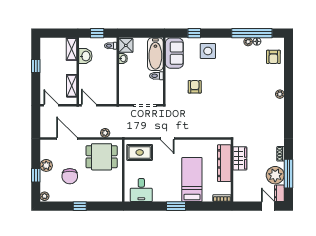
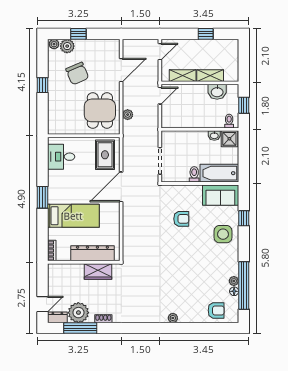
shelving: (72, 49) -> (210, 76), moved
armchair: (273, 57) -> (216, 310), turned 180
door: (167, 138) -> (121, 187), width x1.88
plant: (46, 165) -> (67, 46), moved
chair: (70, 176) -> (77, 73), turned -113

